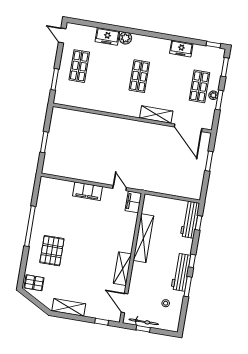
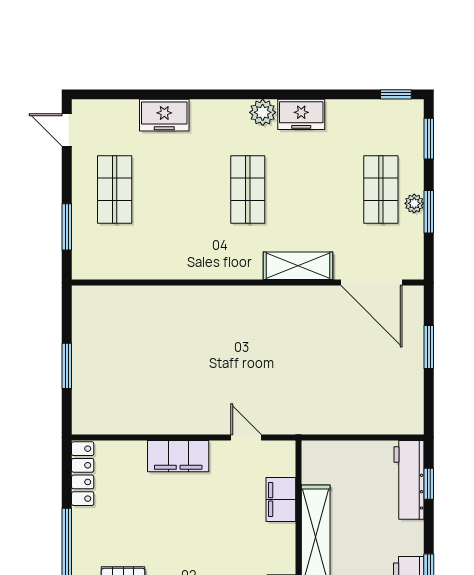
plant: (125, 38) -> (263, 112), moved
freezer: (181, 48) -> (301, 114), moved
locker: (43, 192) -> (83, 474), added
filing cabinet: (133, 202) -> (281, 499), moved

